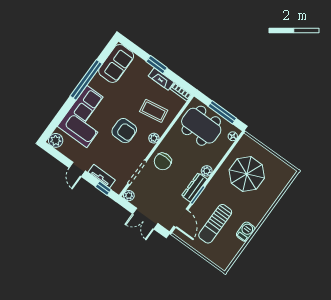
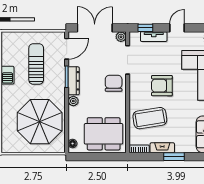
coffee table: (154, 111) -> (150, 118), width x1.36, depth x1.32
window: (222, 112) -> (95, 157), removed
plant: (154, 138) -> (134, 97), removed
door: (77, 169) -> (177, 28), hinge flipped
parasol: (247, 174) -> (40, 122), width x1.36, depth x1.36
door: (181, 218) -> (67, 49), swing flipped
double door: (145, 219) -> (95, 28), width x1.37

